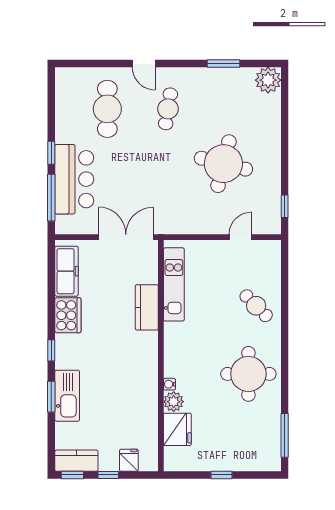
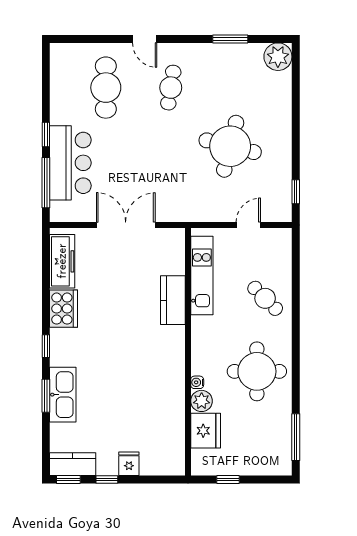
kitchen unit: (174, 284) -> (202, 276), moved
kitchen counter: (147, 307) -> (173, 300), moved
wall: (161, 356) -> (188, 352), moved
water cooler: (169, 384) -> (197, 382), moved
plant: (174, 402) -> (202, 401), moved
fridge: (177, 429) -> (206, 431), moved

